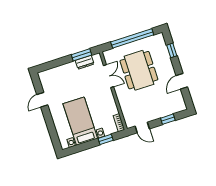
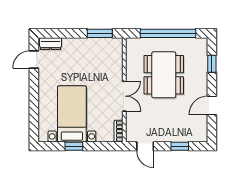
dresser: (85, 62) -> (51, 44), moved
double door: (109, 76) -> (124, 96), moved
door: (42, 100) -> (34, 60), moved
window: (106, 139) -> (74, 146), moved

